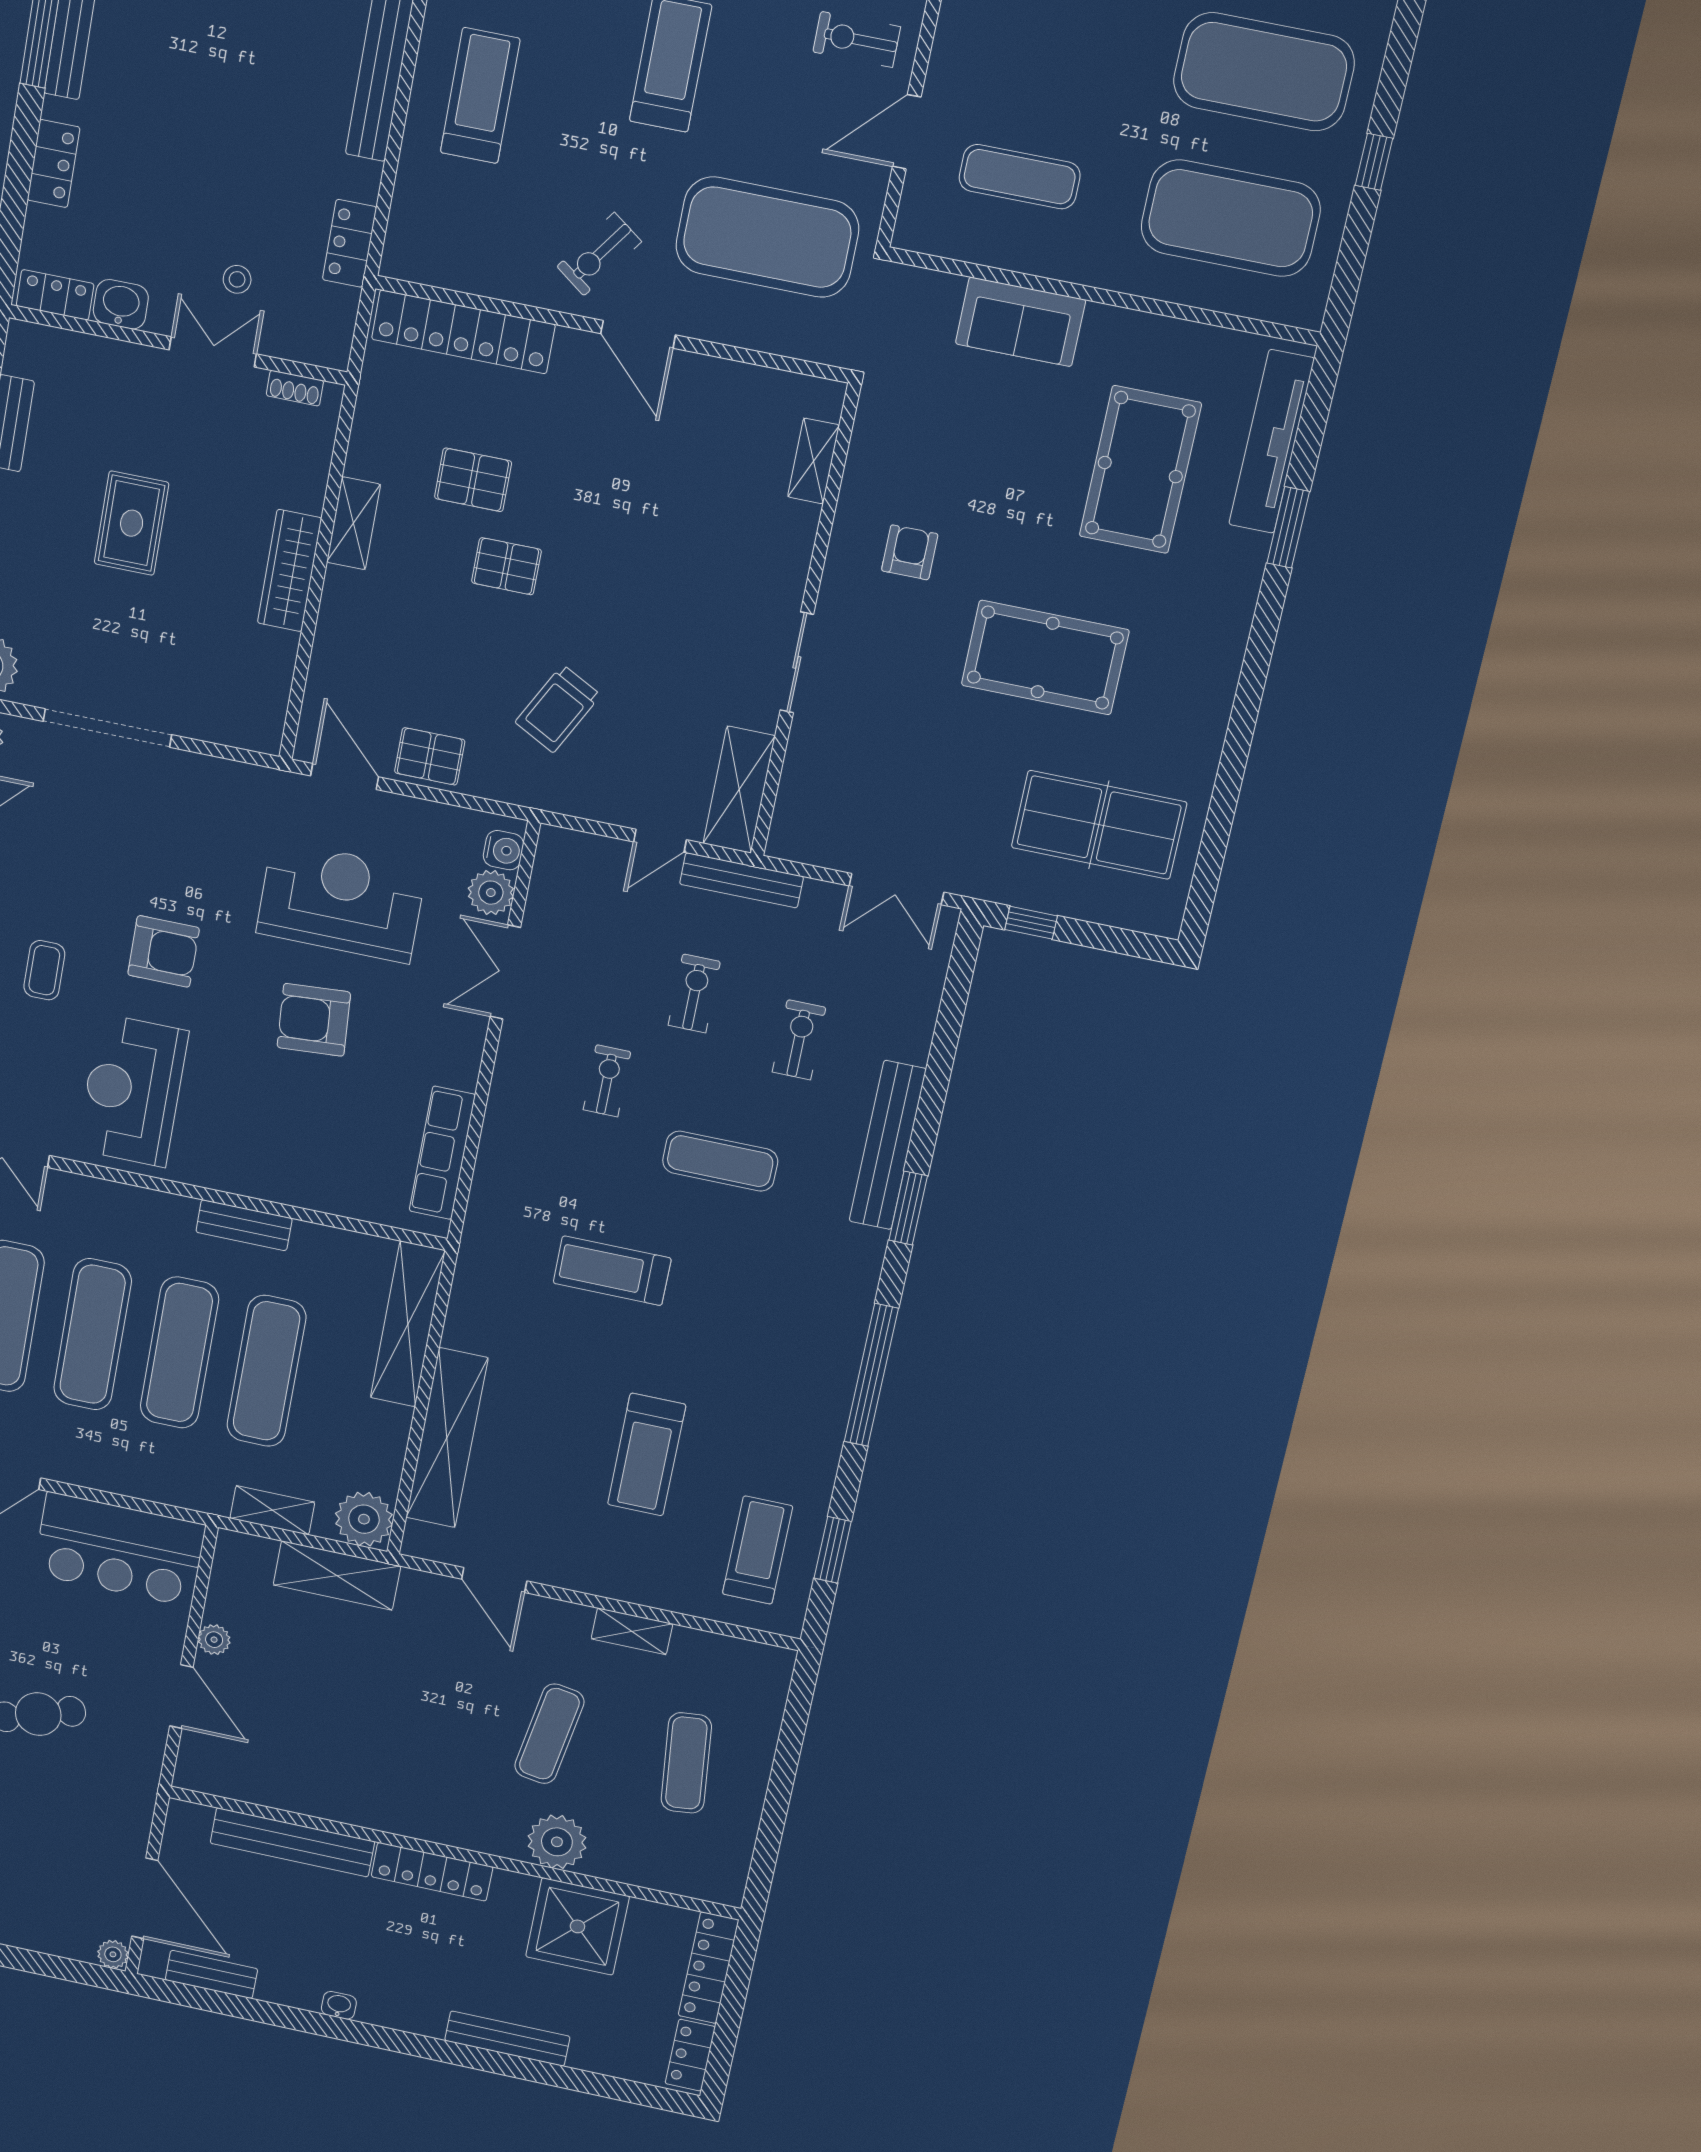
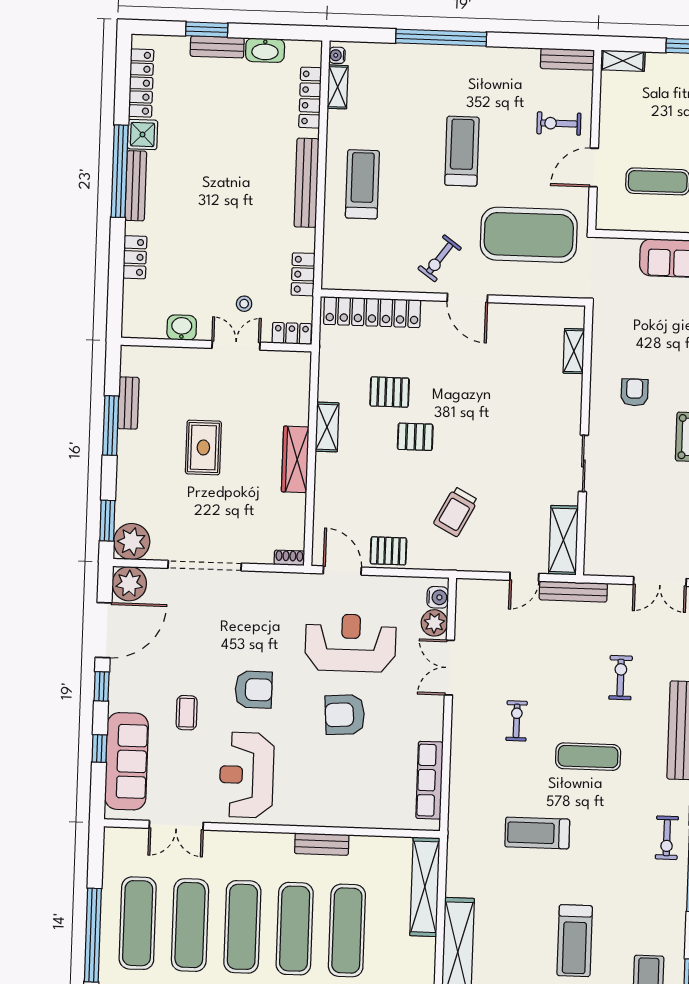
locker: (55, 295) -> (292, 333), moved
shoe rack: (295, 388) -> (289, 558), moved, turned 180
exercise bike: (694, 993) -> (667, 838), moved, turned 180

